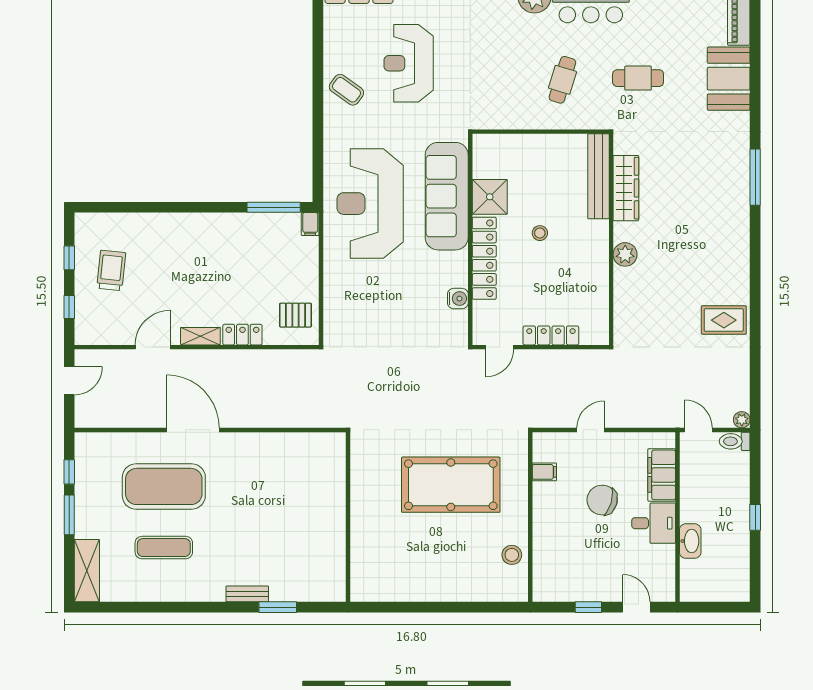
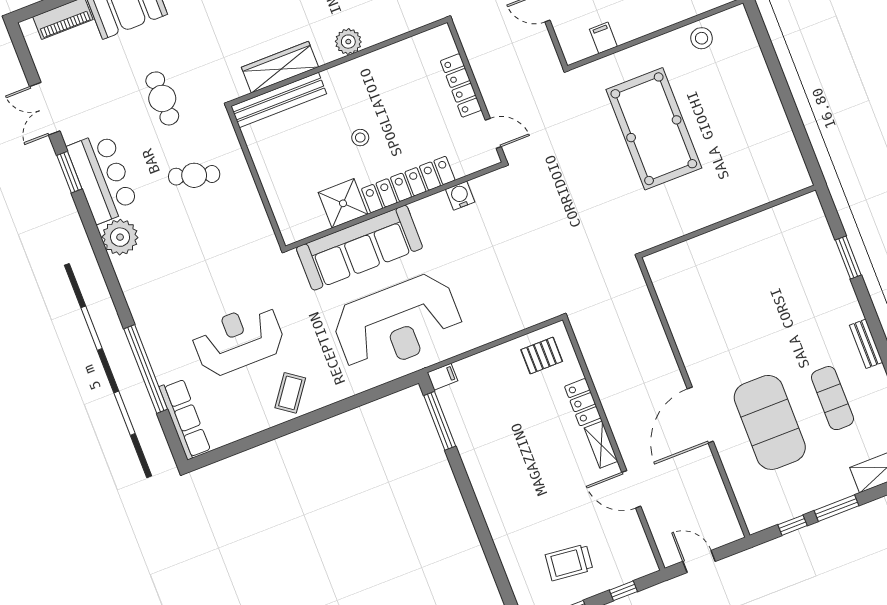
reception desk: (409, 63) -> (238, 340), turned 180
pallet: (295, 315) -> (542, 356), turned 90
bench: (247, 594) -> (866, 344), moved

